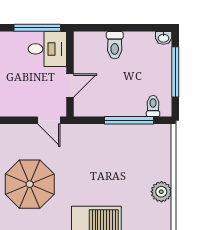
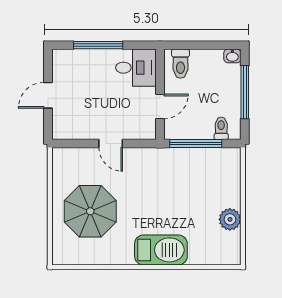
desk: (47, 49) -> (136, 68), moved
wall: (70, 74) -> (160, 94), moved
door: (70, 85) -> (160, 106), moved

